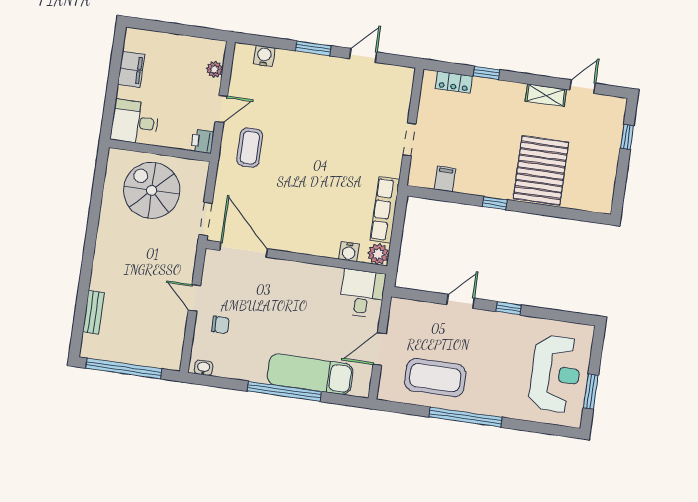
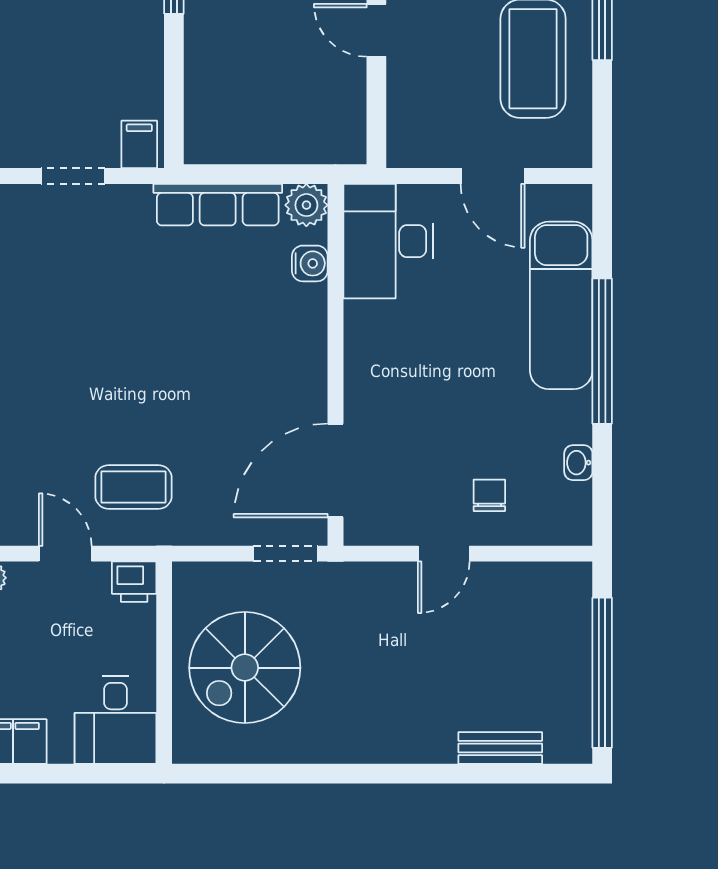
filing cabinet: (445, 179) -> (139, 144), moved, turned 90
desk: (362, 293) -> (388, 241), width x1.37
washbasin: (204, 368) -> (578, 463), moved

